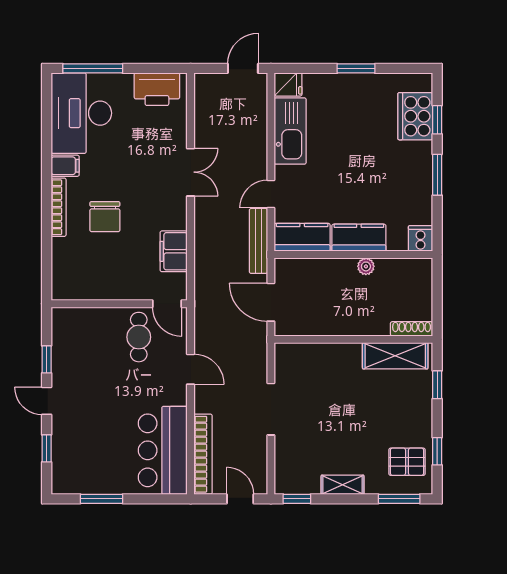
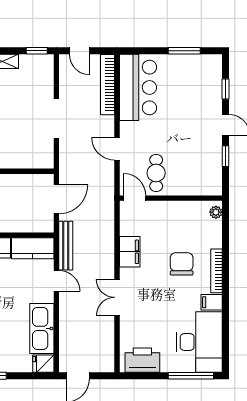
door: (271, 194) -> (56, 281), hinge flipped
filing cabinet: (174, 251) -> (130, 252), moved
plant: (60, 285) -> (216, 212), added
door: (271, 302) -> (56, 199), hinge flipped

